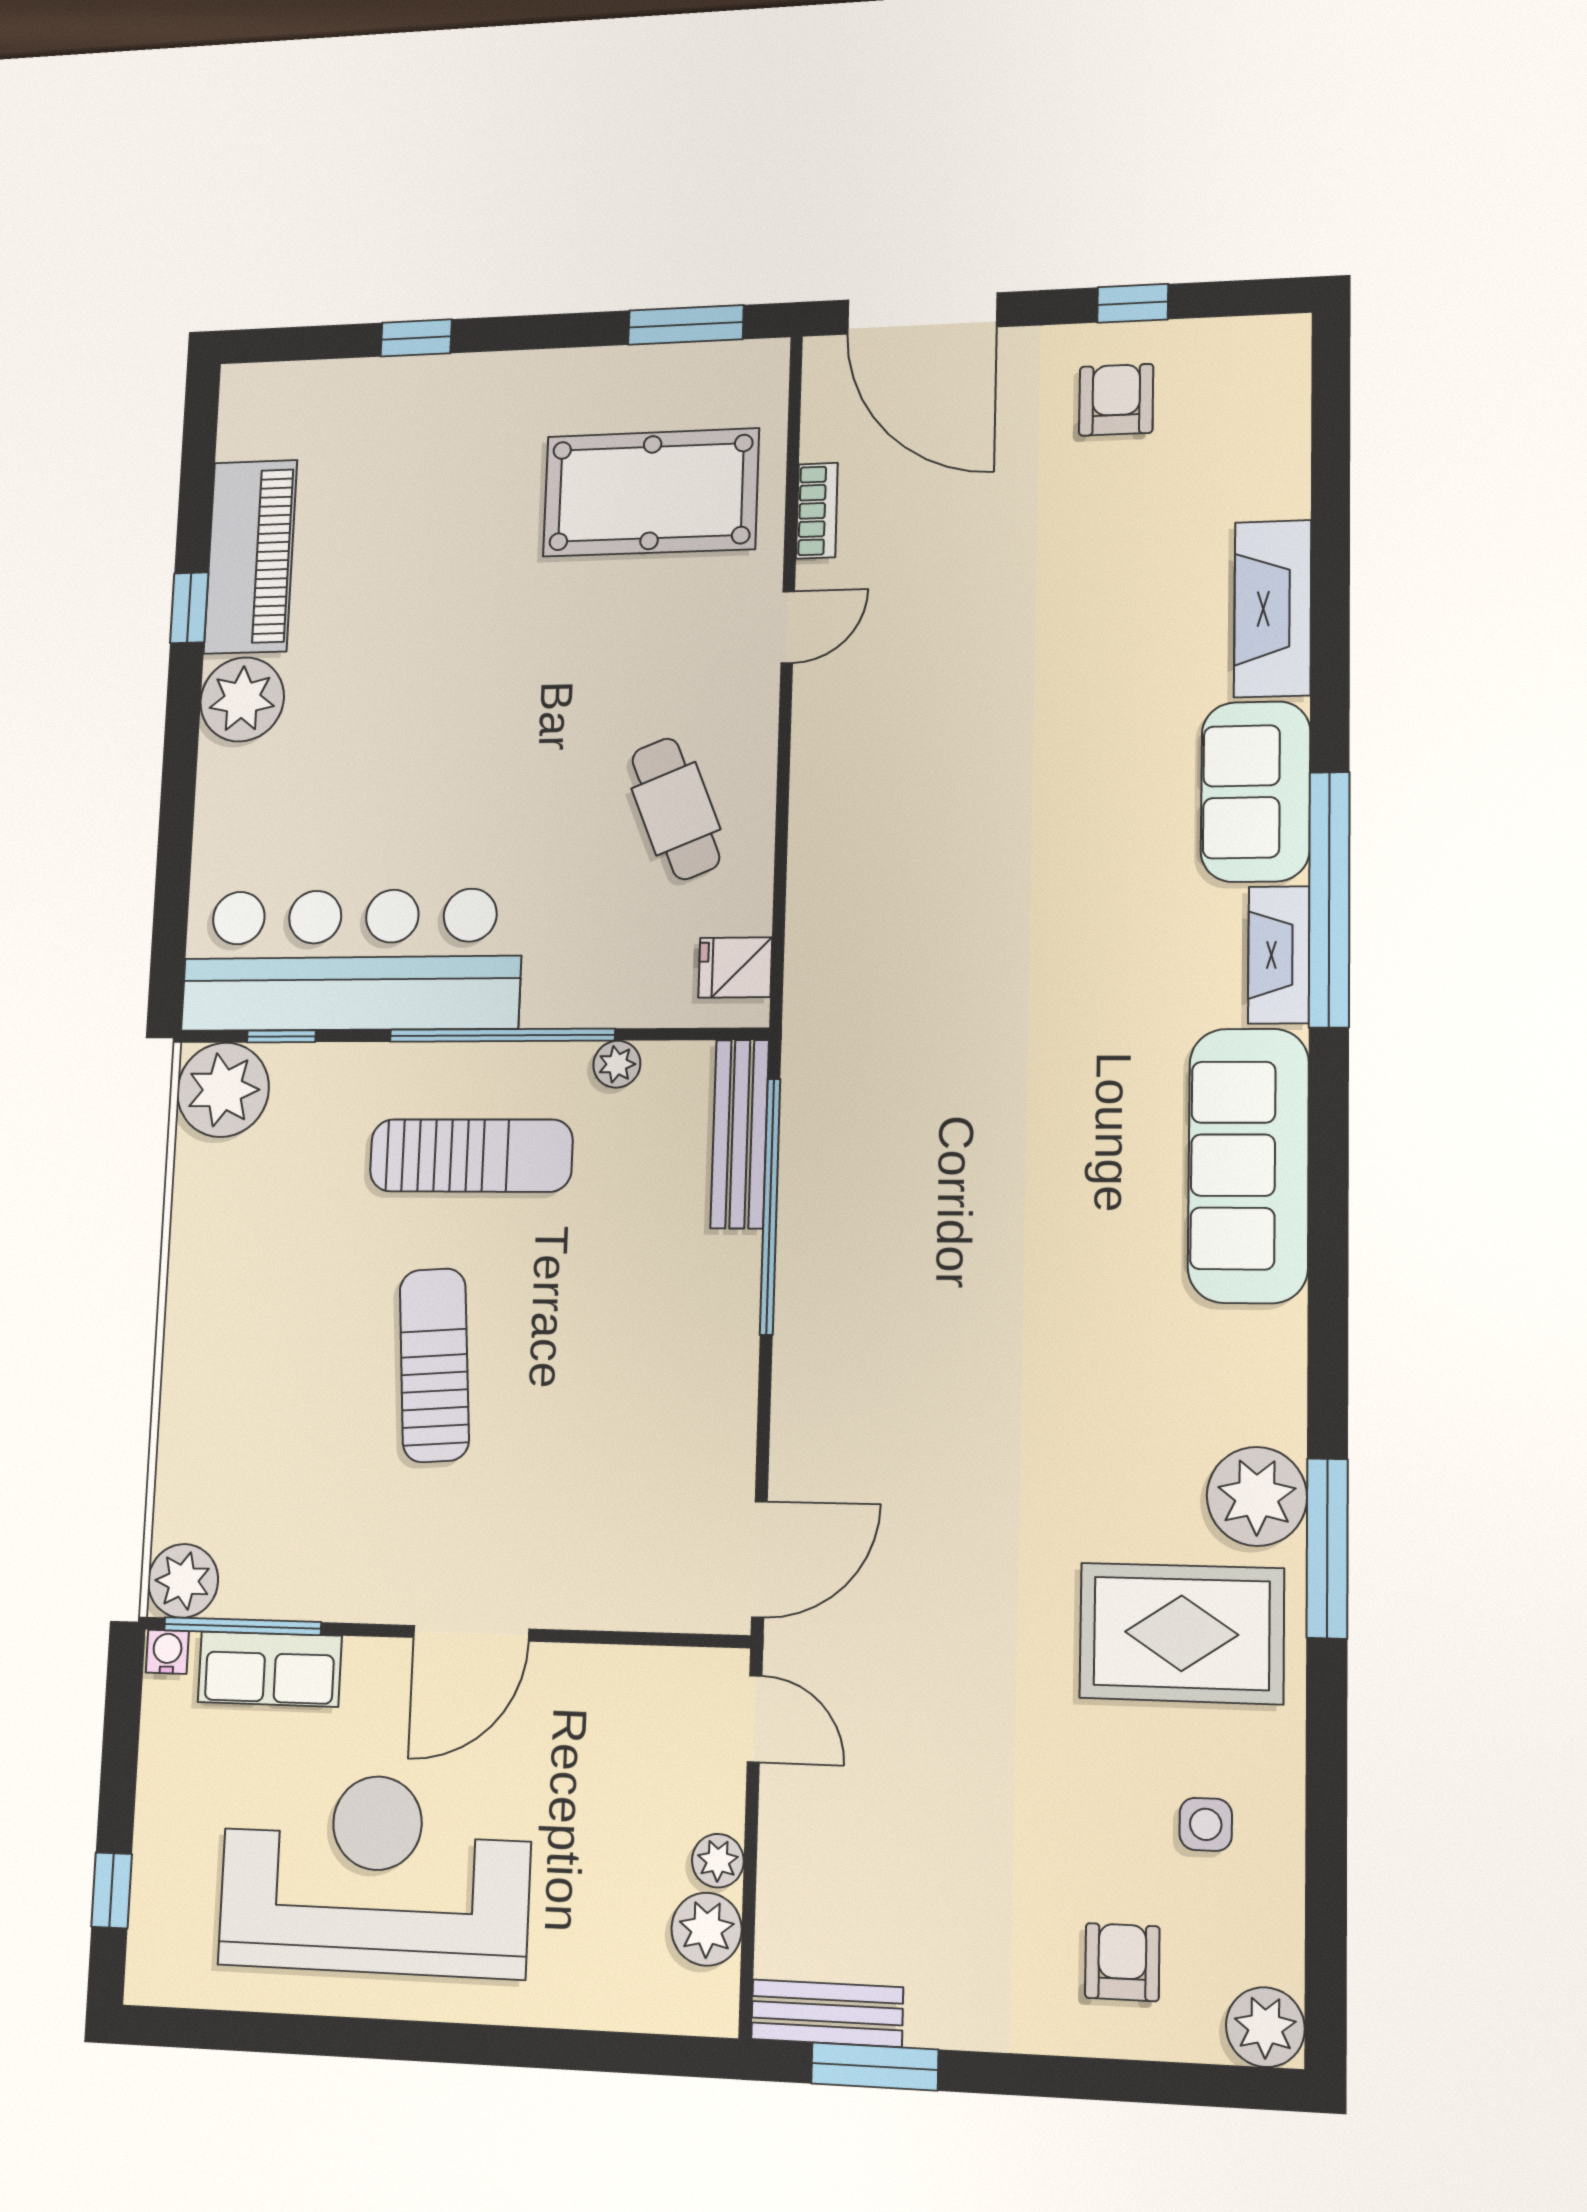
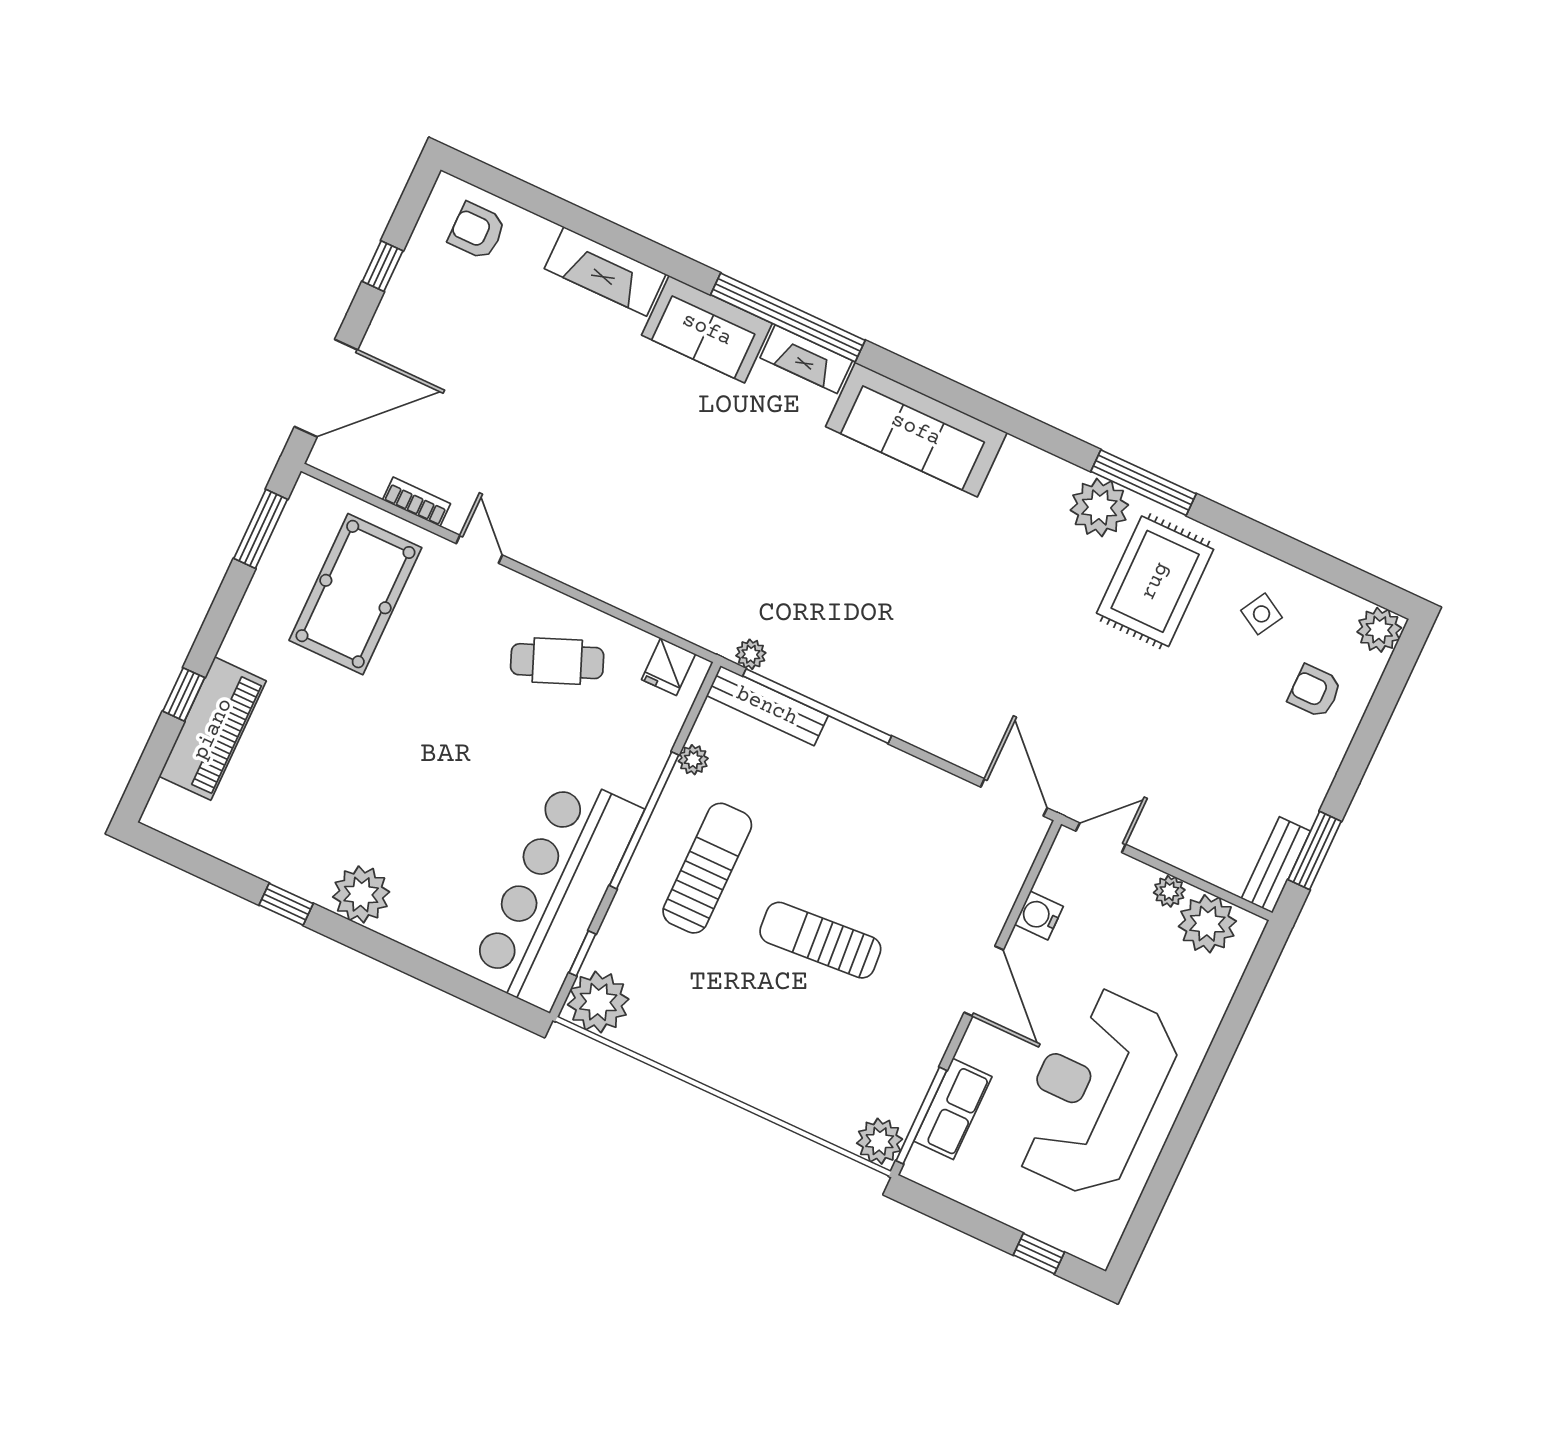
armchair: (1116, 400) -> (477, 231), moved
piano: (250, 557) -> (213, 729), moved, turned 90
plant: (804, 1076) -> (751, 654), added
water cooler: (167, 1652) -> (1039, 915), moved, width x1.38, depth x1.38
side table: (1206, 1824) -> (1262, 614), turned 30
plant: (707, 1929) -> (1207, 924), width x1.36, depth x1.36

